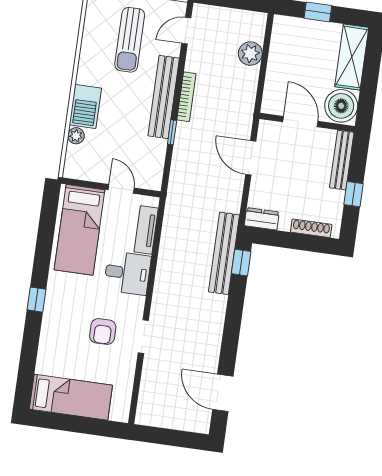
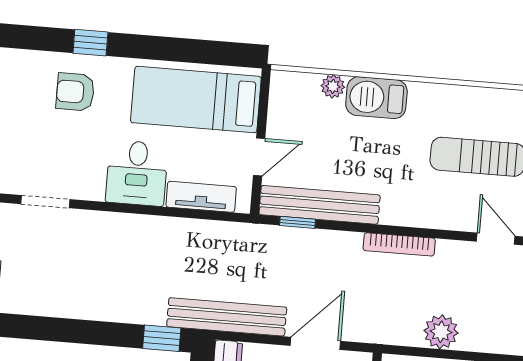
plant: (250, 54) -> (441, 332), moved
bench: (164, 97) -> (320, 205), moved
window: (172, 132) -> (297, 222), moved
bench: (224, 253) -> (227, 317), moved
armchair: (103, 331) -> (75, 92), moved

